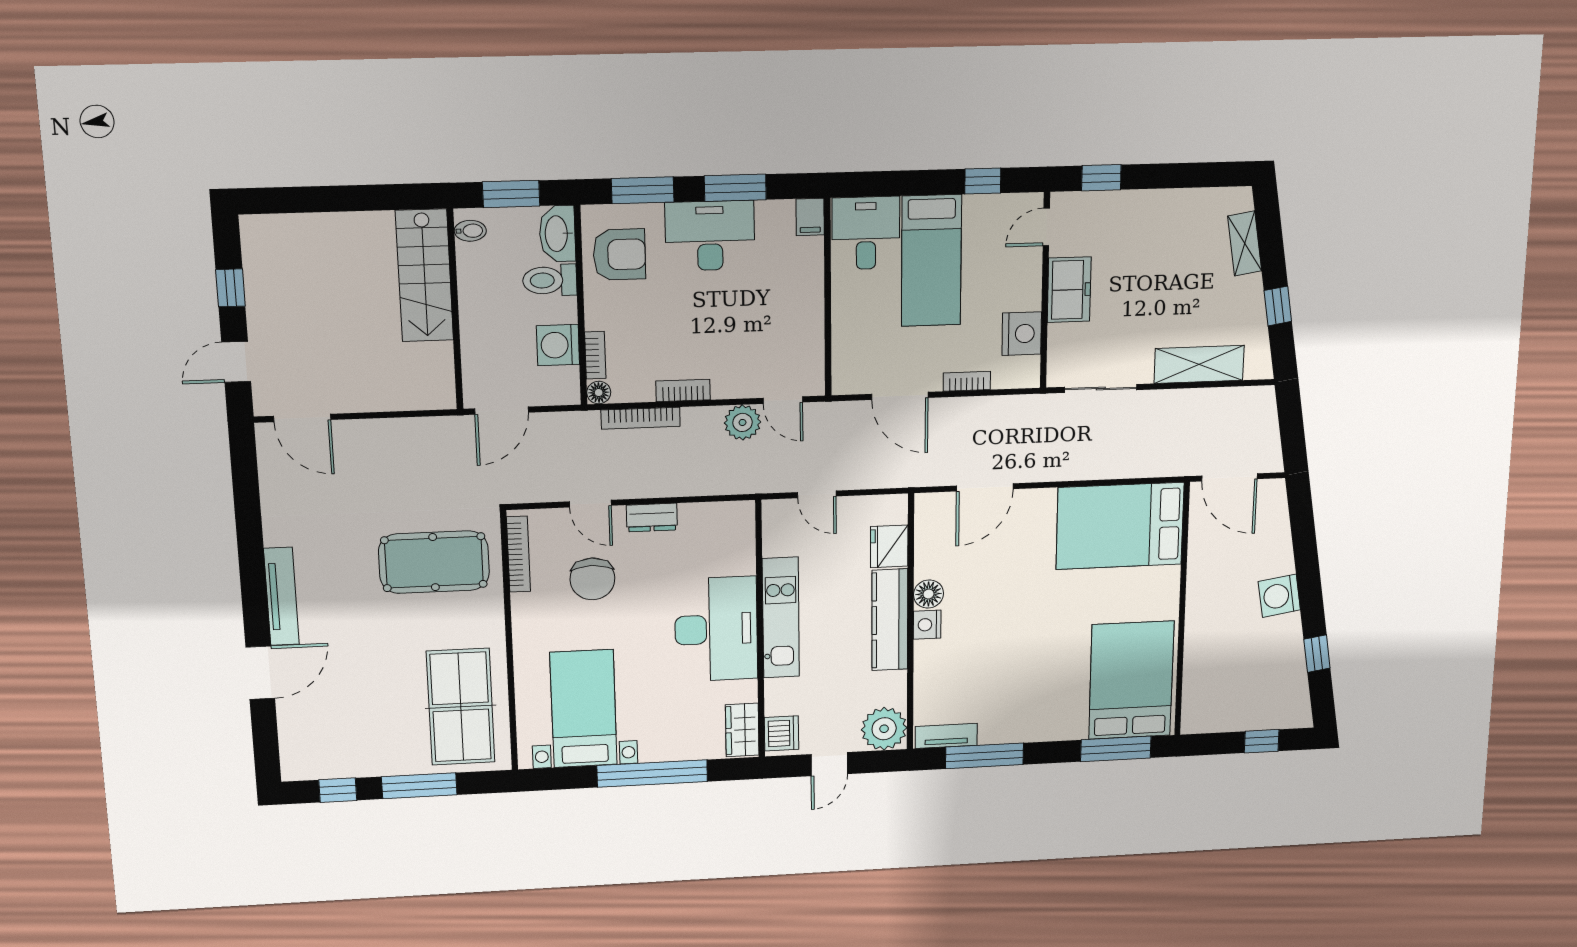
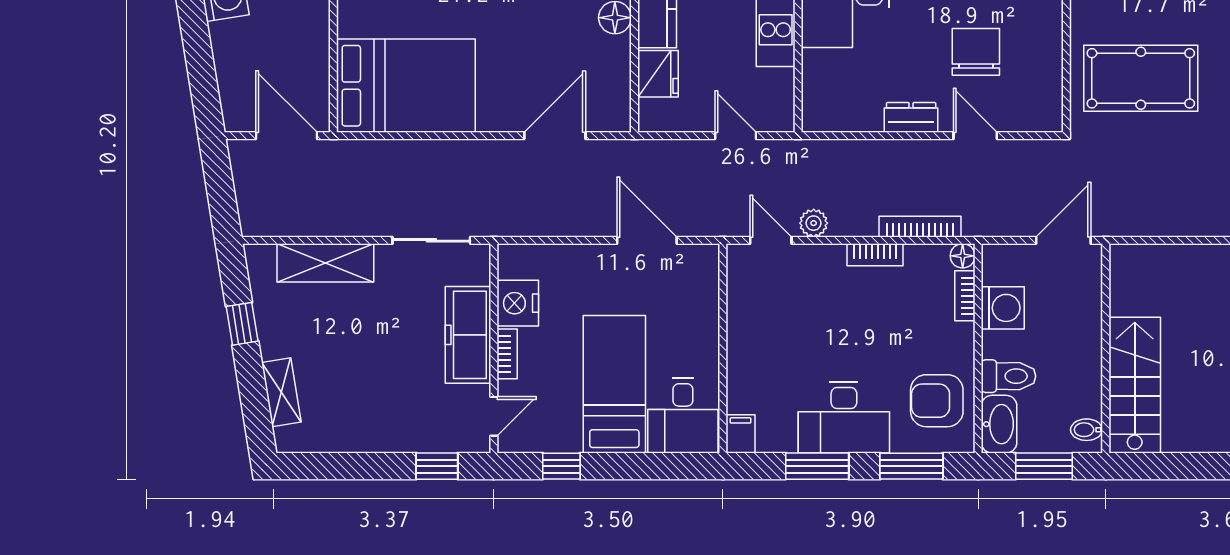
freezer: (1069, 290) -> (468, 335), width x1.40
bookcase: (967, 381) -> (507, 354), moved, turned -90
plant: (743, 422) -> (814, 223), width x0.73, depth x0.73
bookcase: (518, 554) -> (1052, 83), removed

